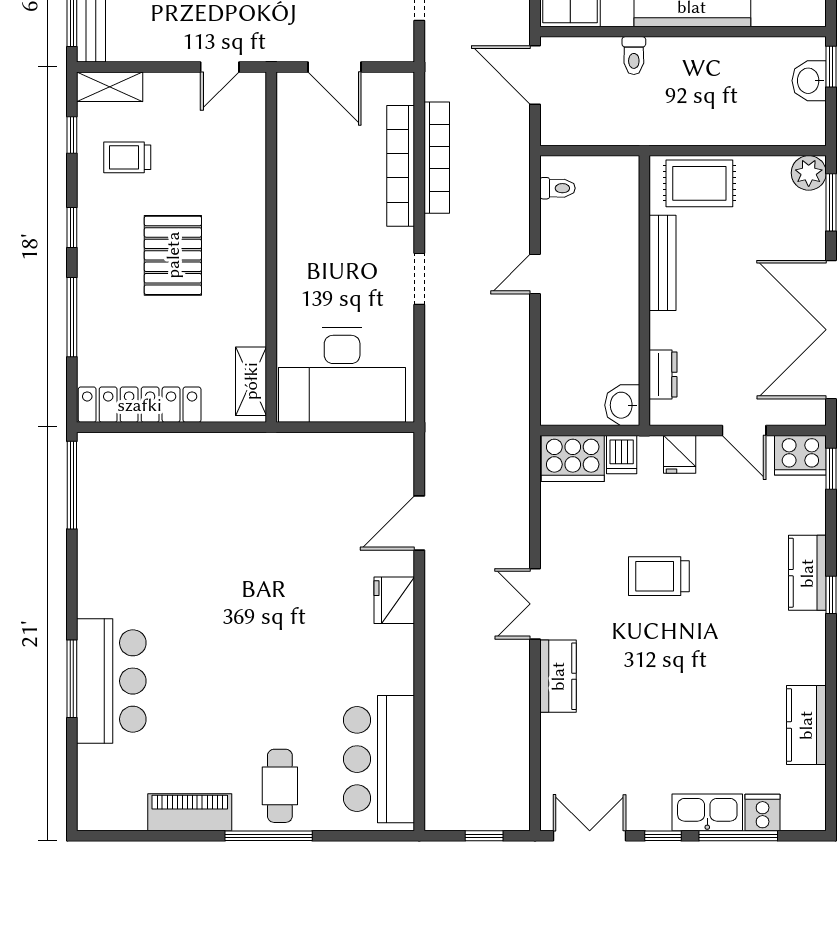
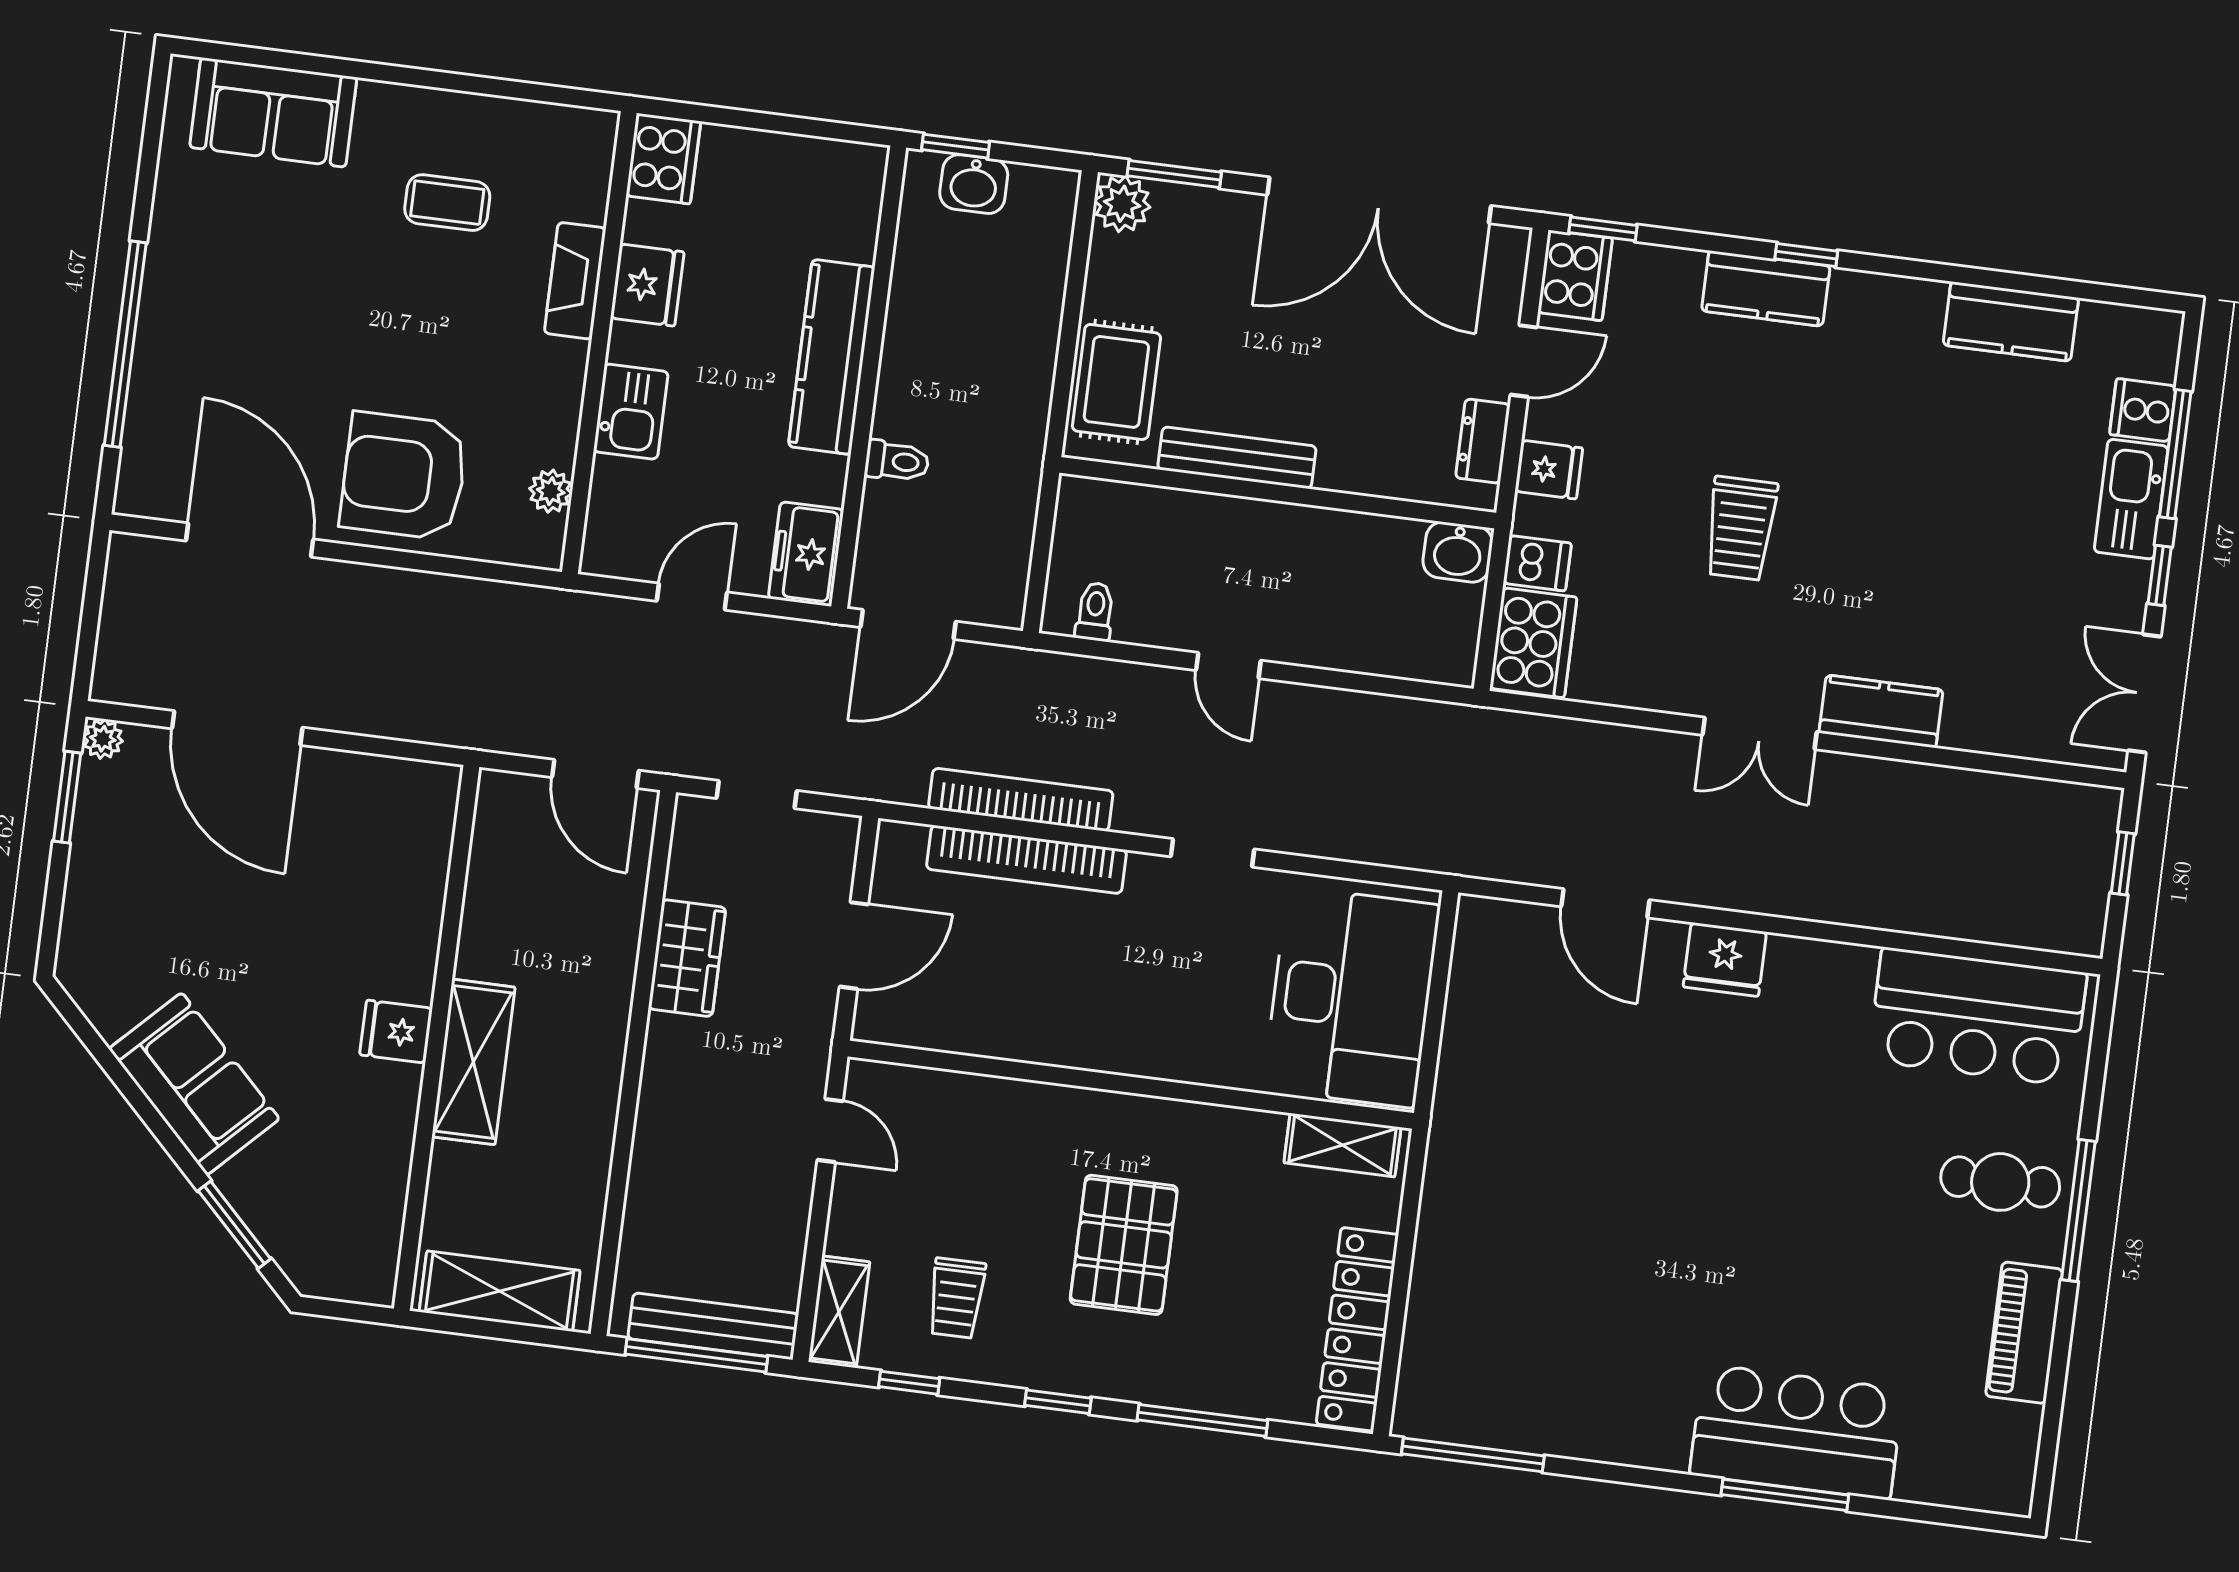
pallet: (173, 255) -> (1124, 1245), turned 90
dresser: (663, 374) -> (1483, 441), moved, turned -90

